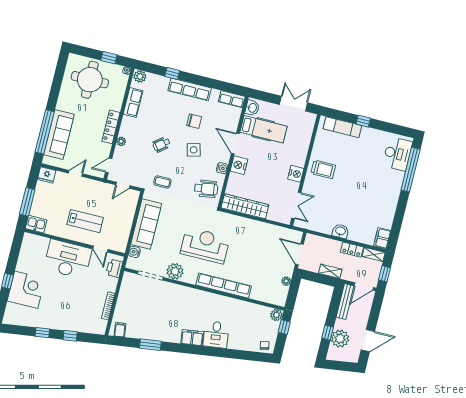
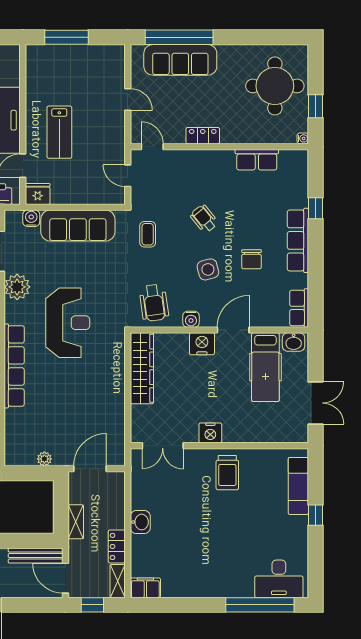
plant: (140, 76) -> (299, 161), removed
locker: (111, 127) -> (203, 136), width x0.66
plant: (121, 141) -> (193, 157), removed
fridge: (47, 175) -> (38, 194), moved, turned 90
kitchen sink: (36, 224) -> (36, 59), removed

